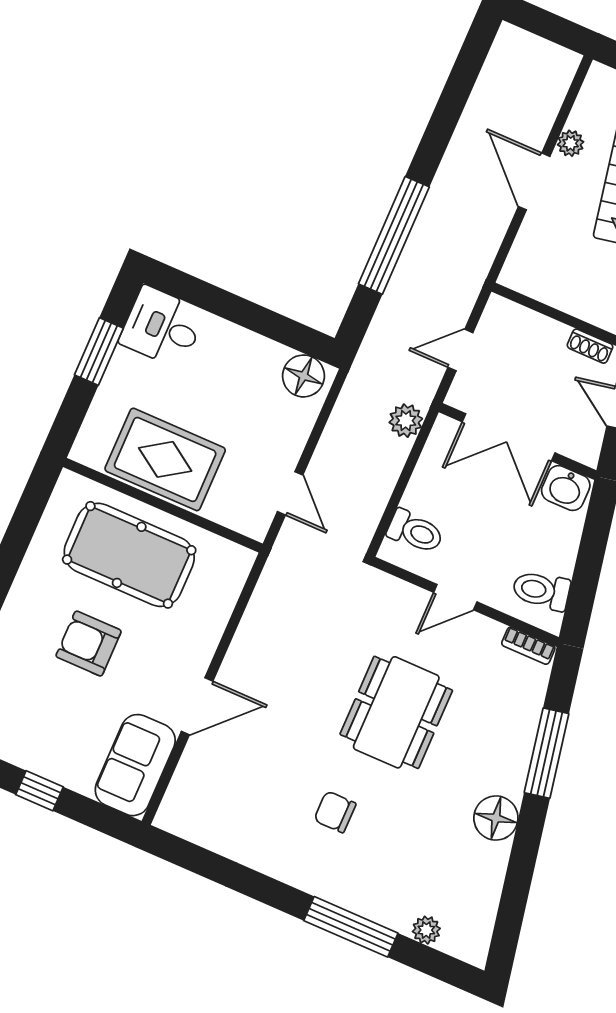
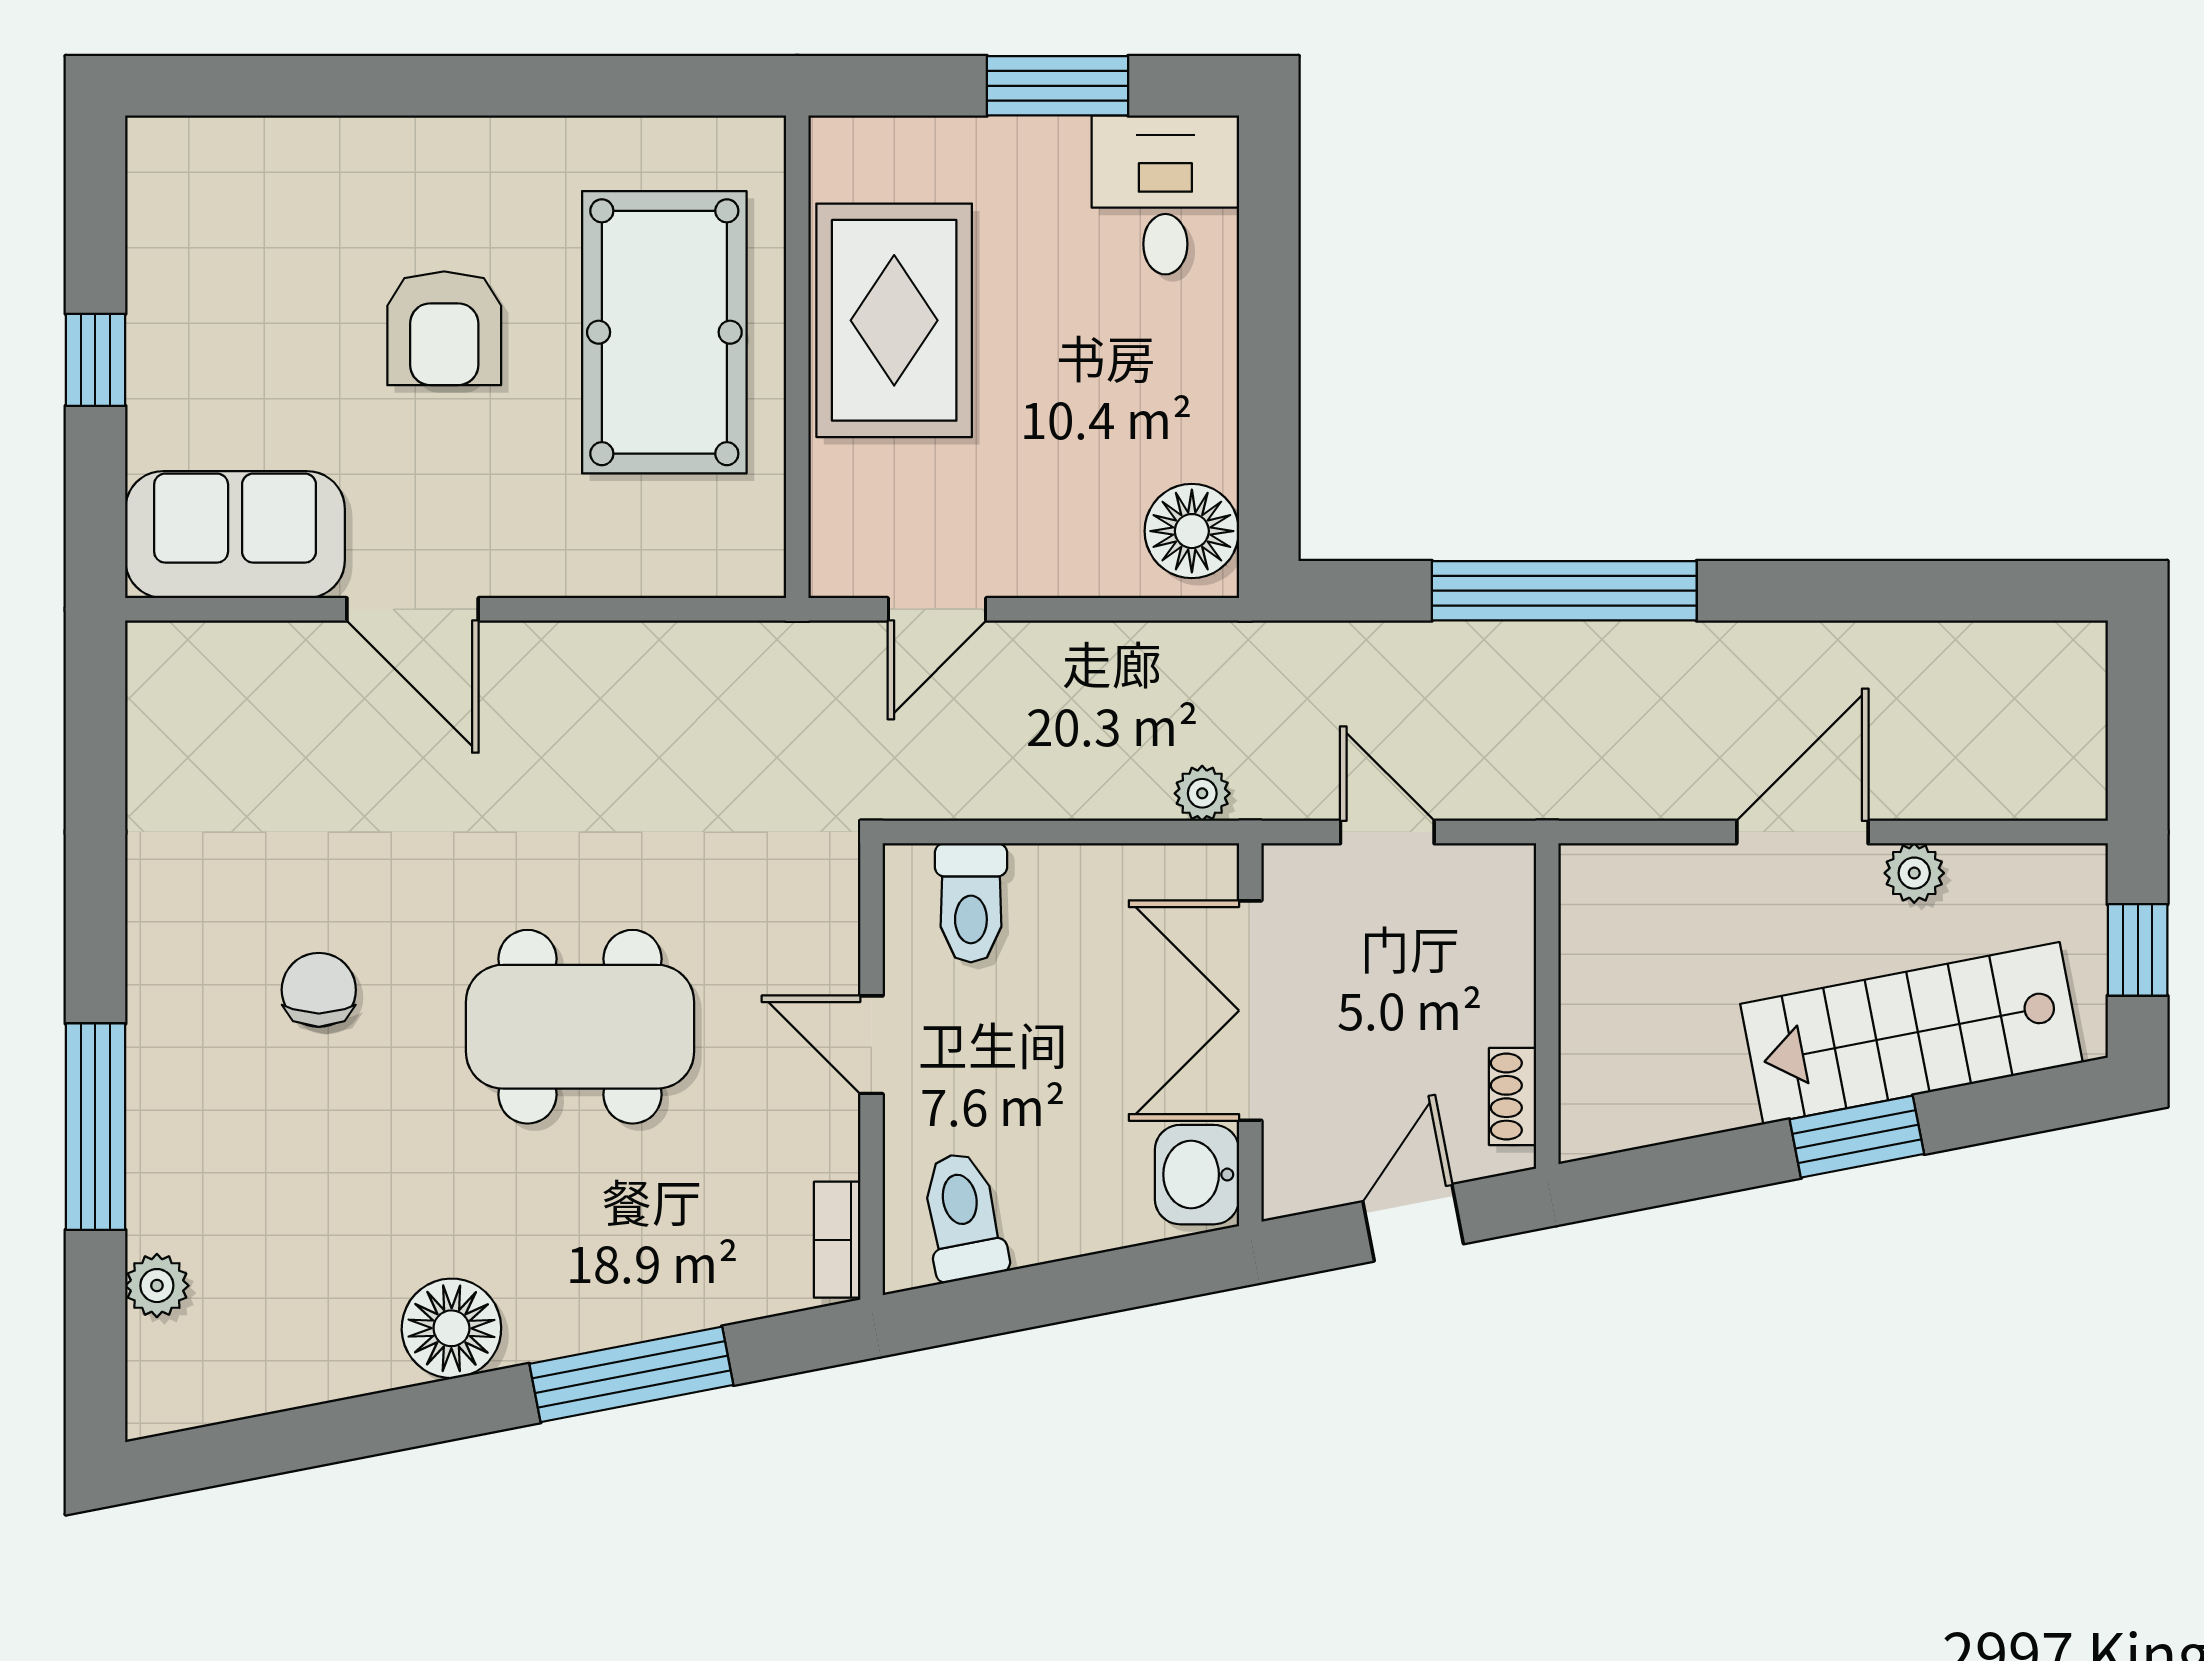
plant: (406, 421) -> (1202, 793), width x0.73, depth x0.73
armchair: (89, 644) -> (444, 328), turned 180

